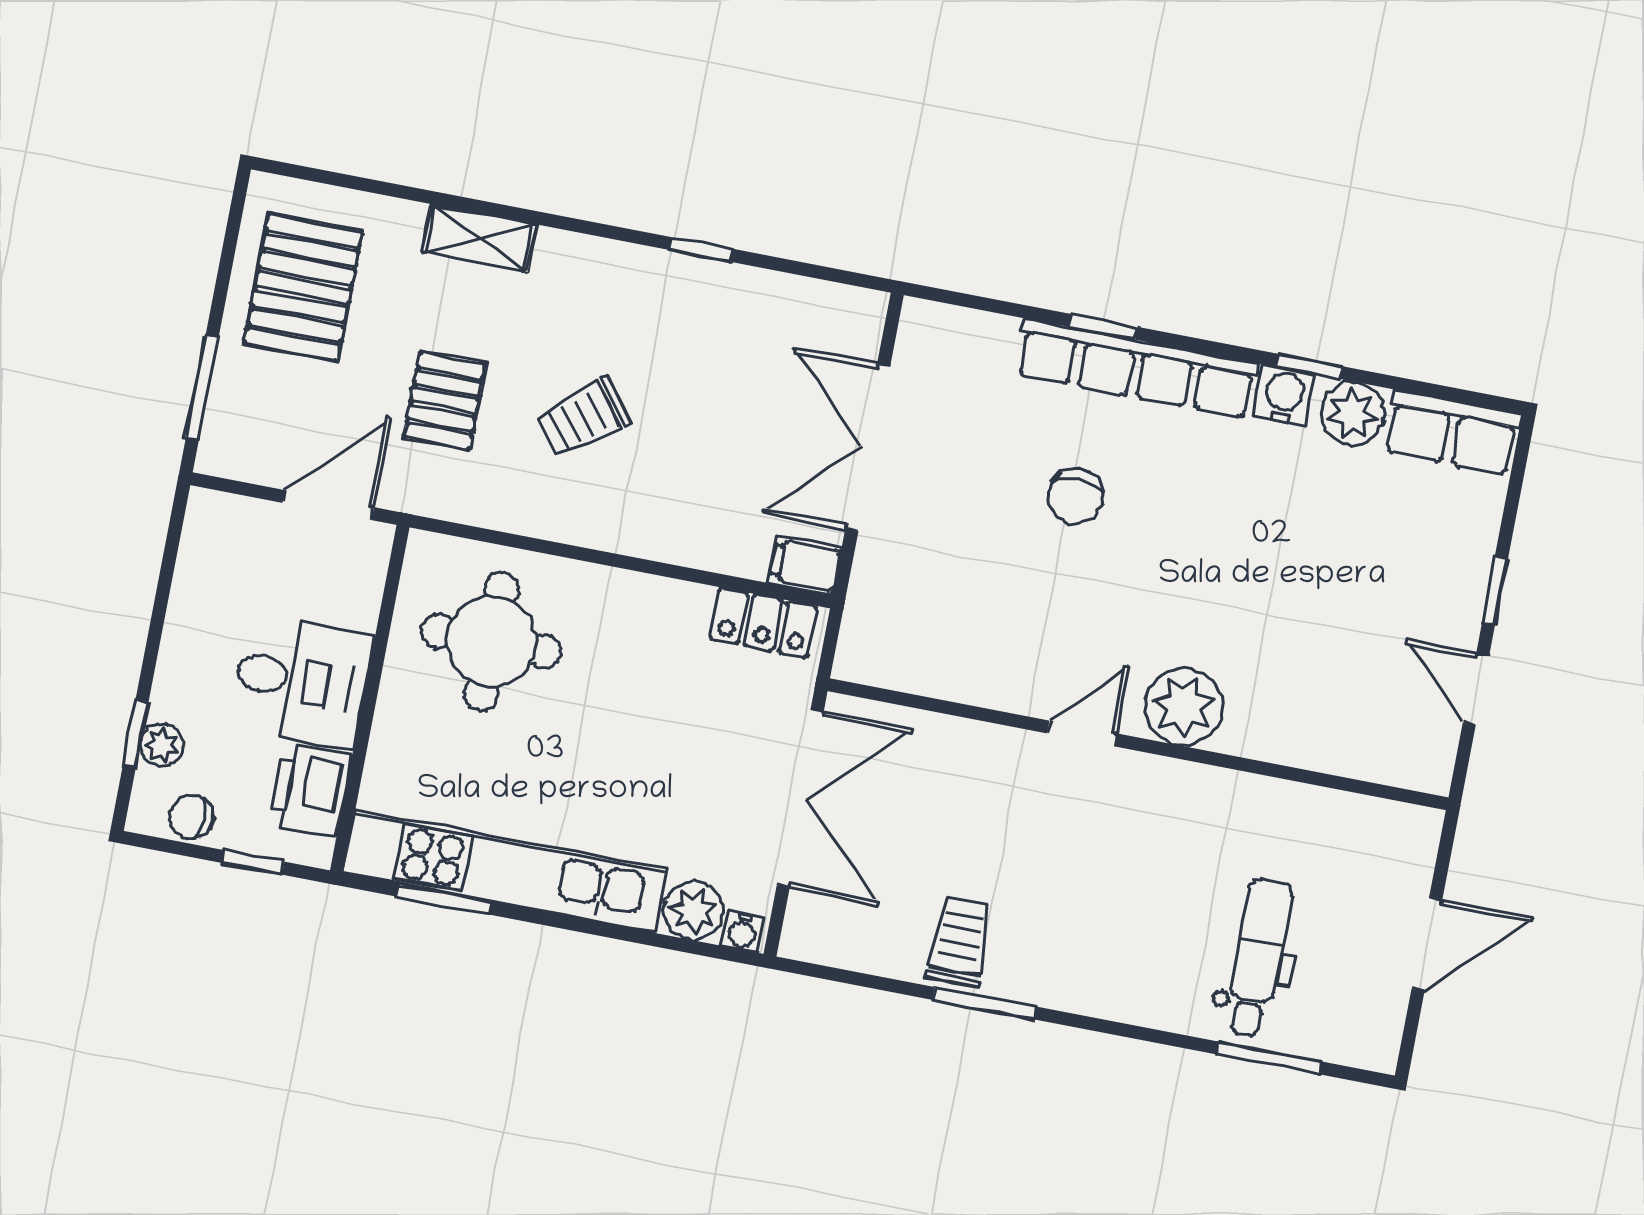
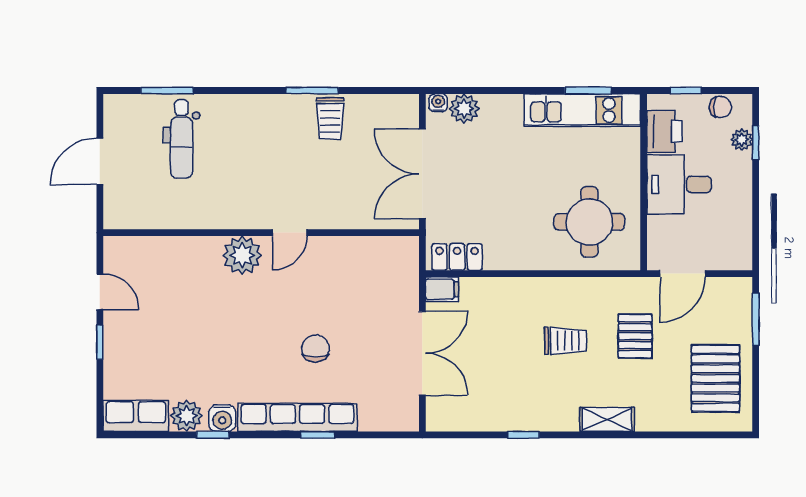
shelving: (479, 238) -> (607, 419), moved
trolley: (583, 418) -> (565, 341), turned 38
kitchen unit: (505, 871) -> (582, 110), width x0.73

